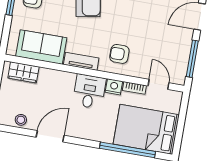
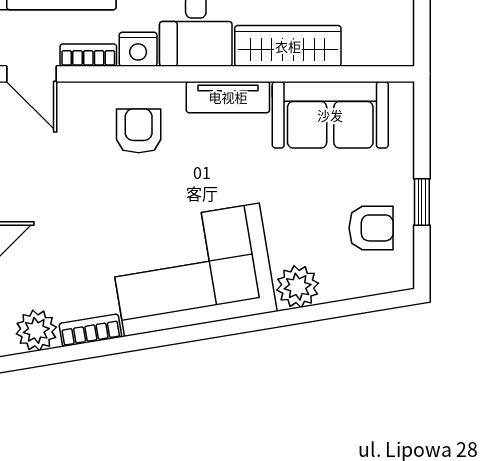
armchair: (119, 54) -> (139, 131), turned -90
wardrobe: (23, 72) -> (288, 46), moved, width x1.50

